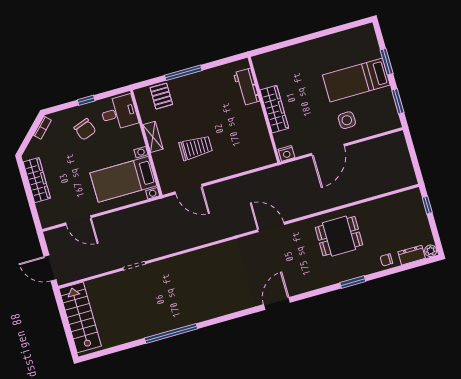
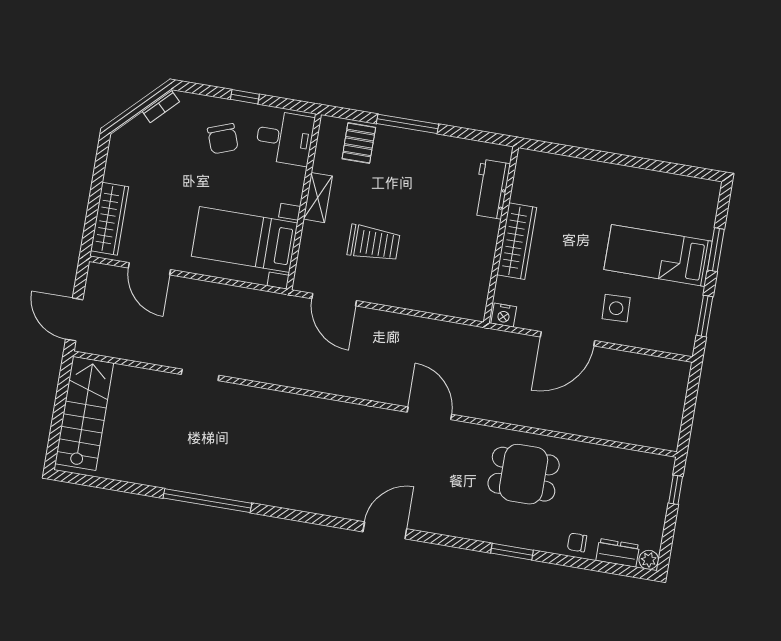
wardrobe: (37, 180) -> (110, 219), moved

